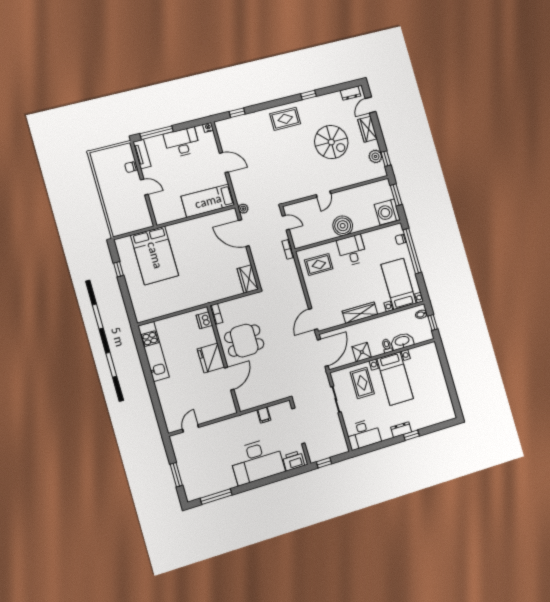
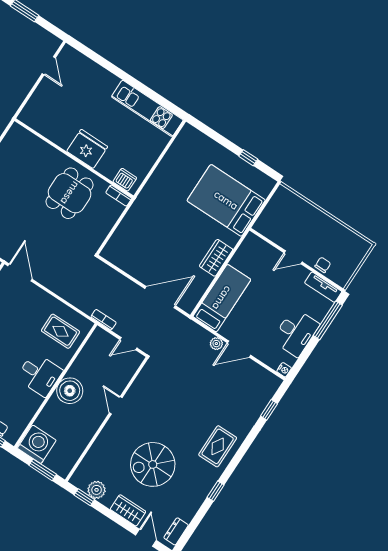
plant: (243, 209) -> (216, 344), moved
rug: (319, 264) -> (61, 331), turned 90
wardrobe: (248, 279) -> (216, 258), moved, turned -90
door: (229, 379) -> (53, 144), removed

